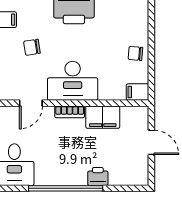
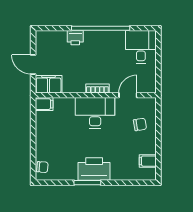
chair: (32, 47) -> (140, 124), moved
chair: (135, 53) -> (42, 167), moved
filing cabinet: (103, 117) -> (49, 84), moved

